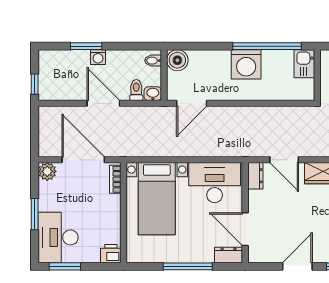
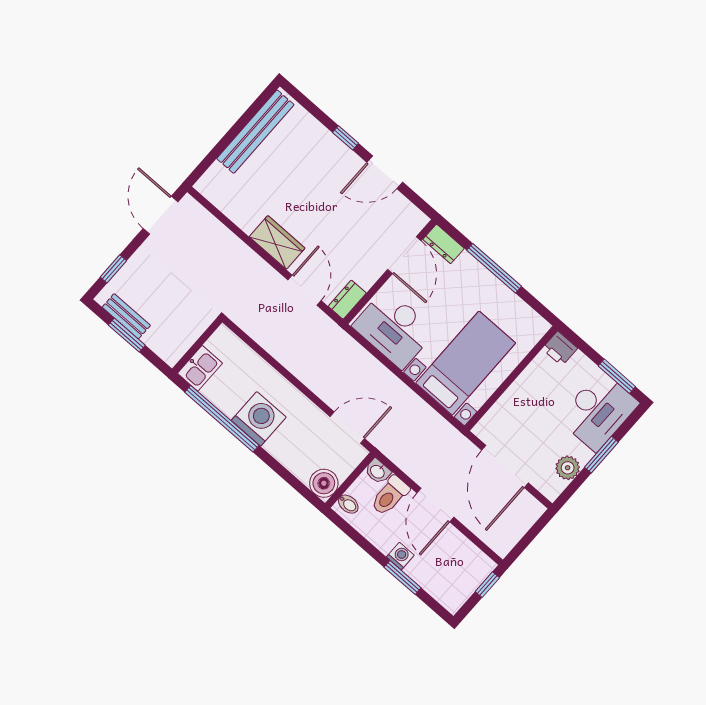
toilet: (136, 90) -> (390, 496), width x1.37, depth x1.39
plant: (47, 171) -> (568, 468), moved
bookcase: (115, 179) -> (490, 419), removed

